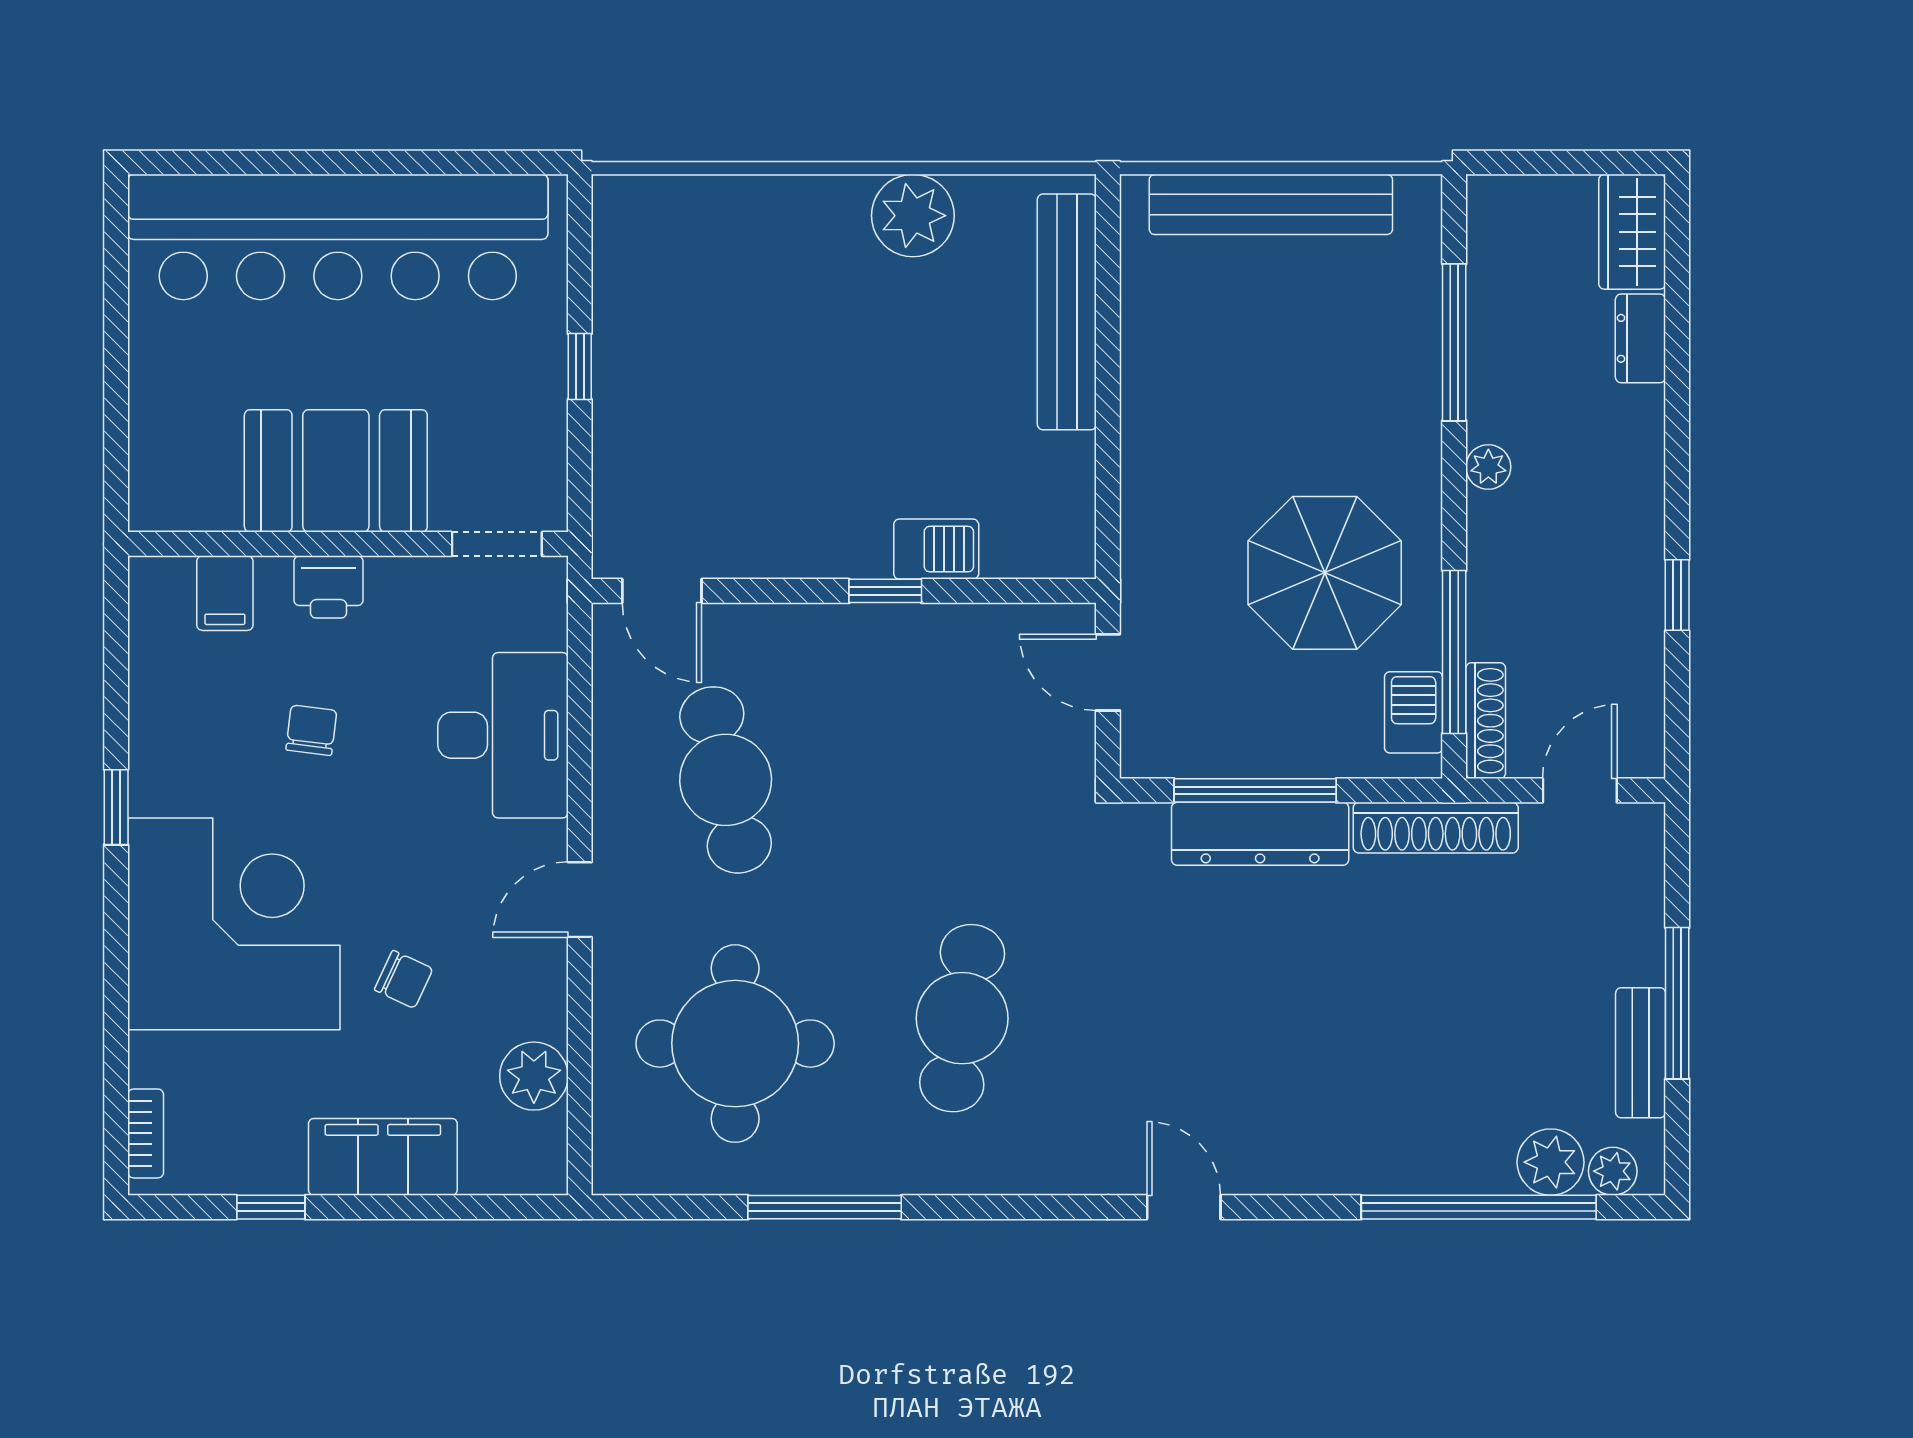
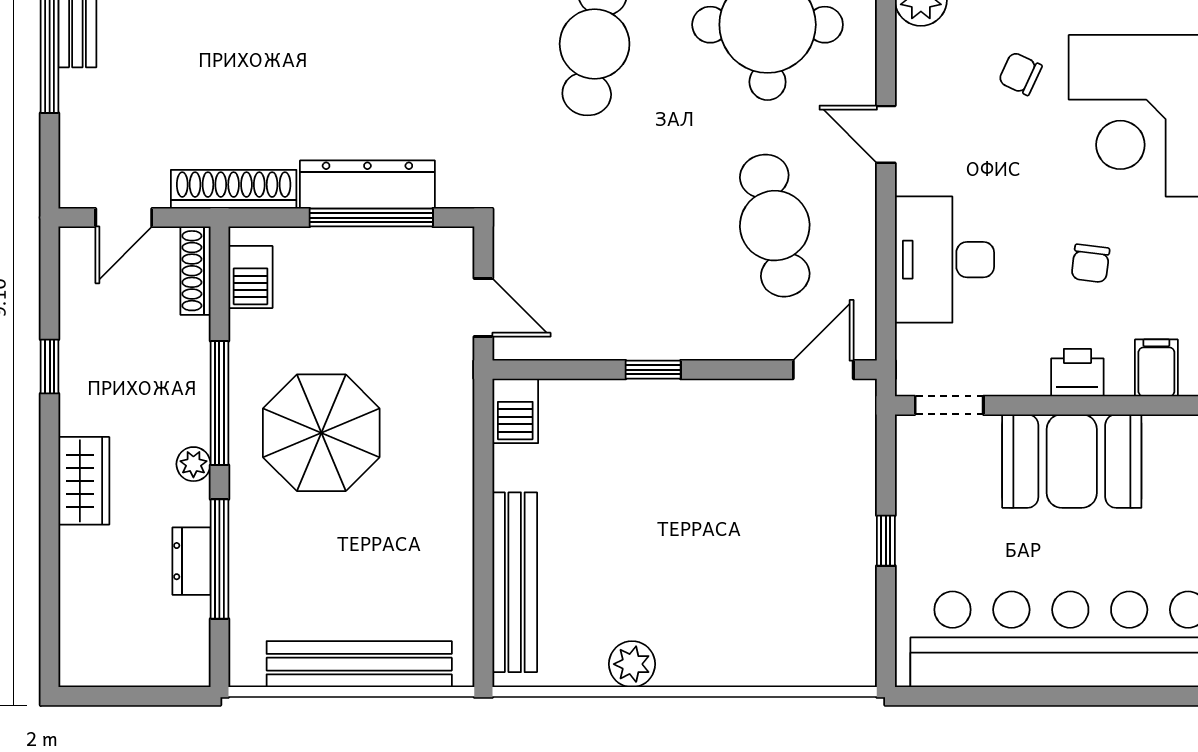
plant: (913, 216) -> (632, 664), width x0.73, depth x0.73
wardrobe: (1632, 232) -> (84, 481), moved
dresser: (1640, 338) -> (191, 561), moved, turned 180
barbecue: (936, 549) -> (515, 411), moved, turned -90
parasol: (1325, 573) -> (321, 433), moved
door: (662, 591) -> (823, 370), hinge flipped
window: (1454, 652) -> (219, 403), moved
door: (580, 900) -> (886, 134), swing flipped

